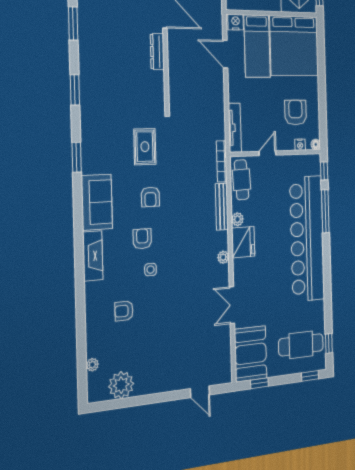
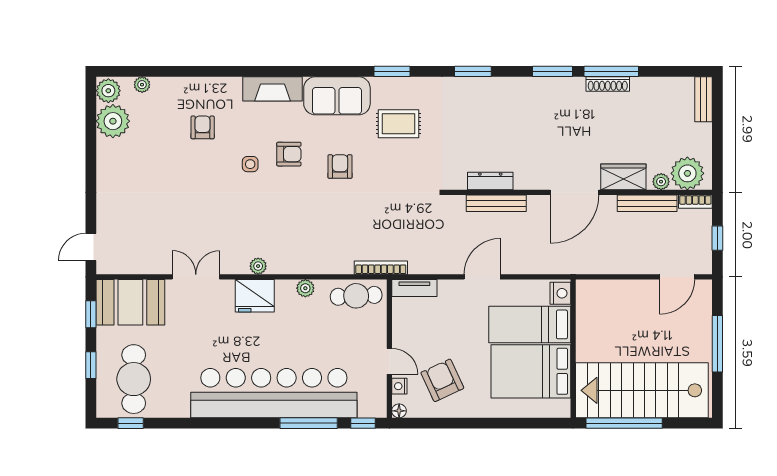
bed: (294, 46) -> (531, 371), width x0.73
dresser: (157, 52) -> (490, 181), moved
door: (225, 54) -> (482, 277), moved
armchair: (295, 112) -> (442, 380), turned -115
tv unit: (235, 128) -> (414, 288), width x0.71
rug: (145, 147) -> (399, 124), moved
door: (268, 153) -> (389, 361), moved
armchair: (150, 197) -> (340, 167), turned 90
bench: (222, 207) -> (496, 203), moved
fridge: (243, 242) -> (255, 296), moved
window: (310, 376) -> (91, 365), moved
plant: (98, 392) -> (108, 91), added
door: (200, 392) -> (91, 247), moved

